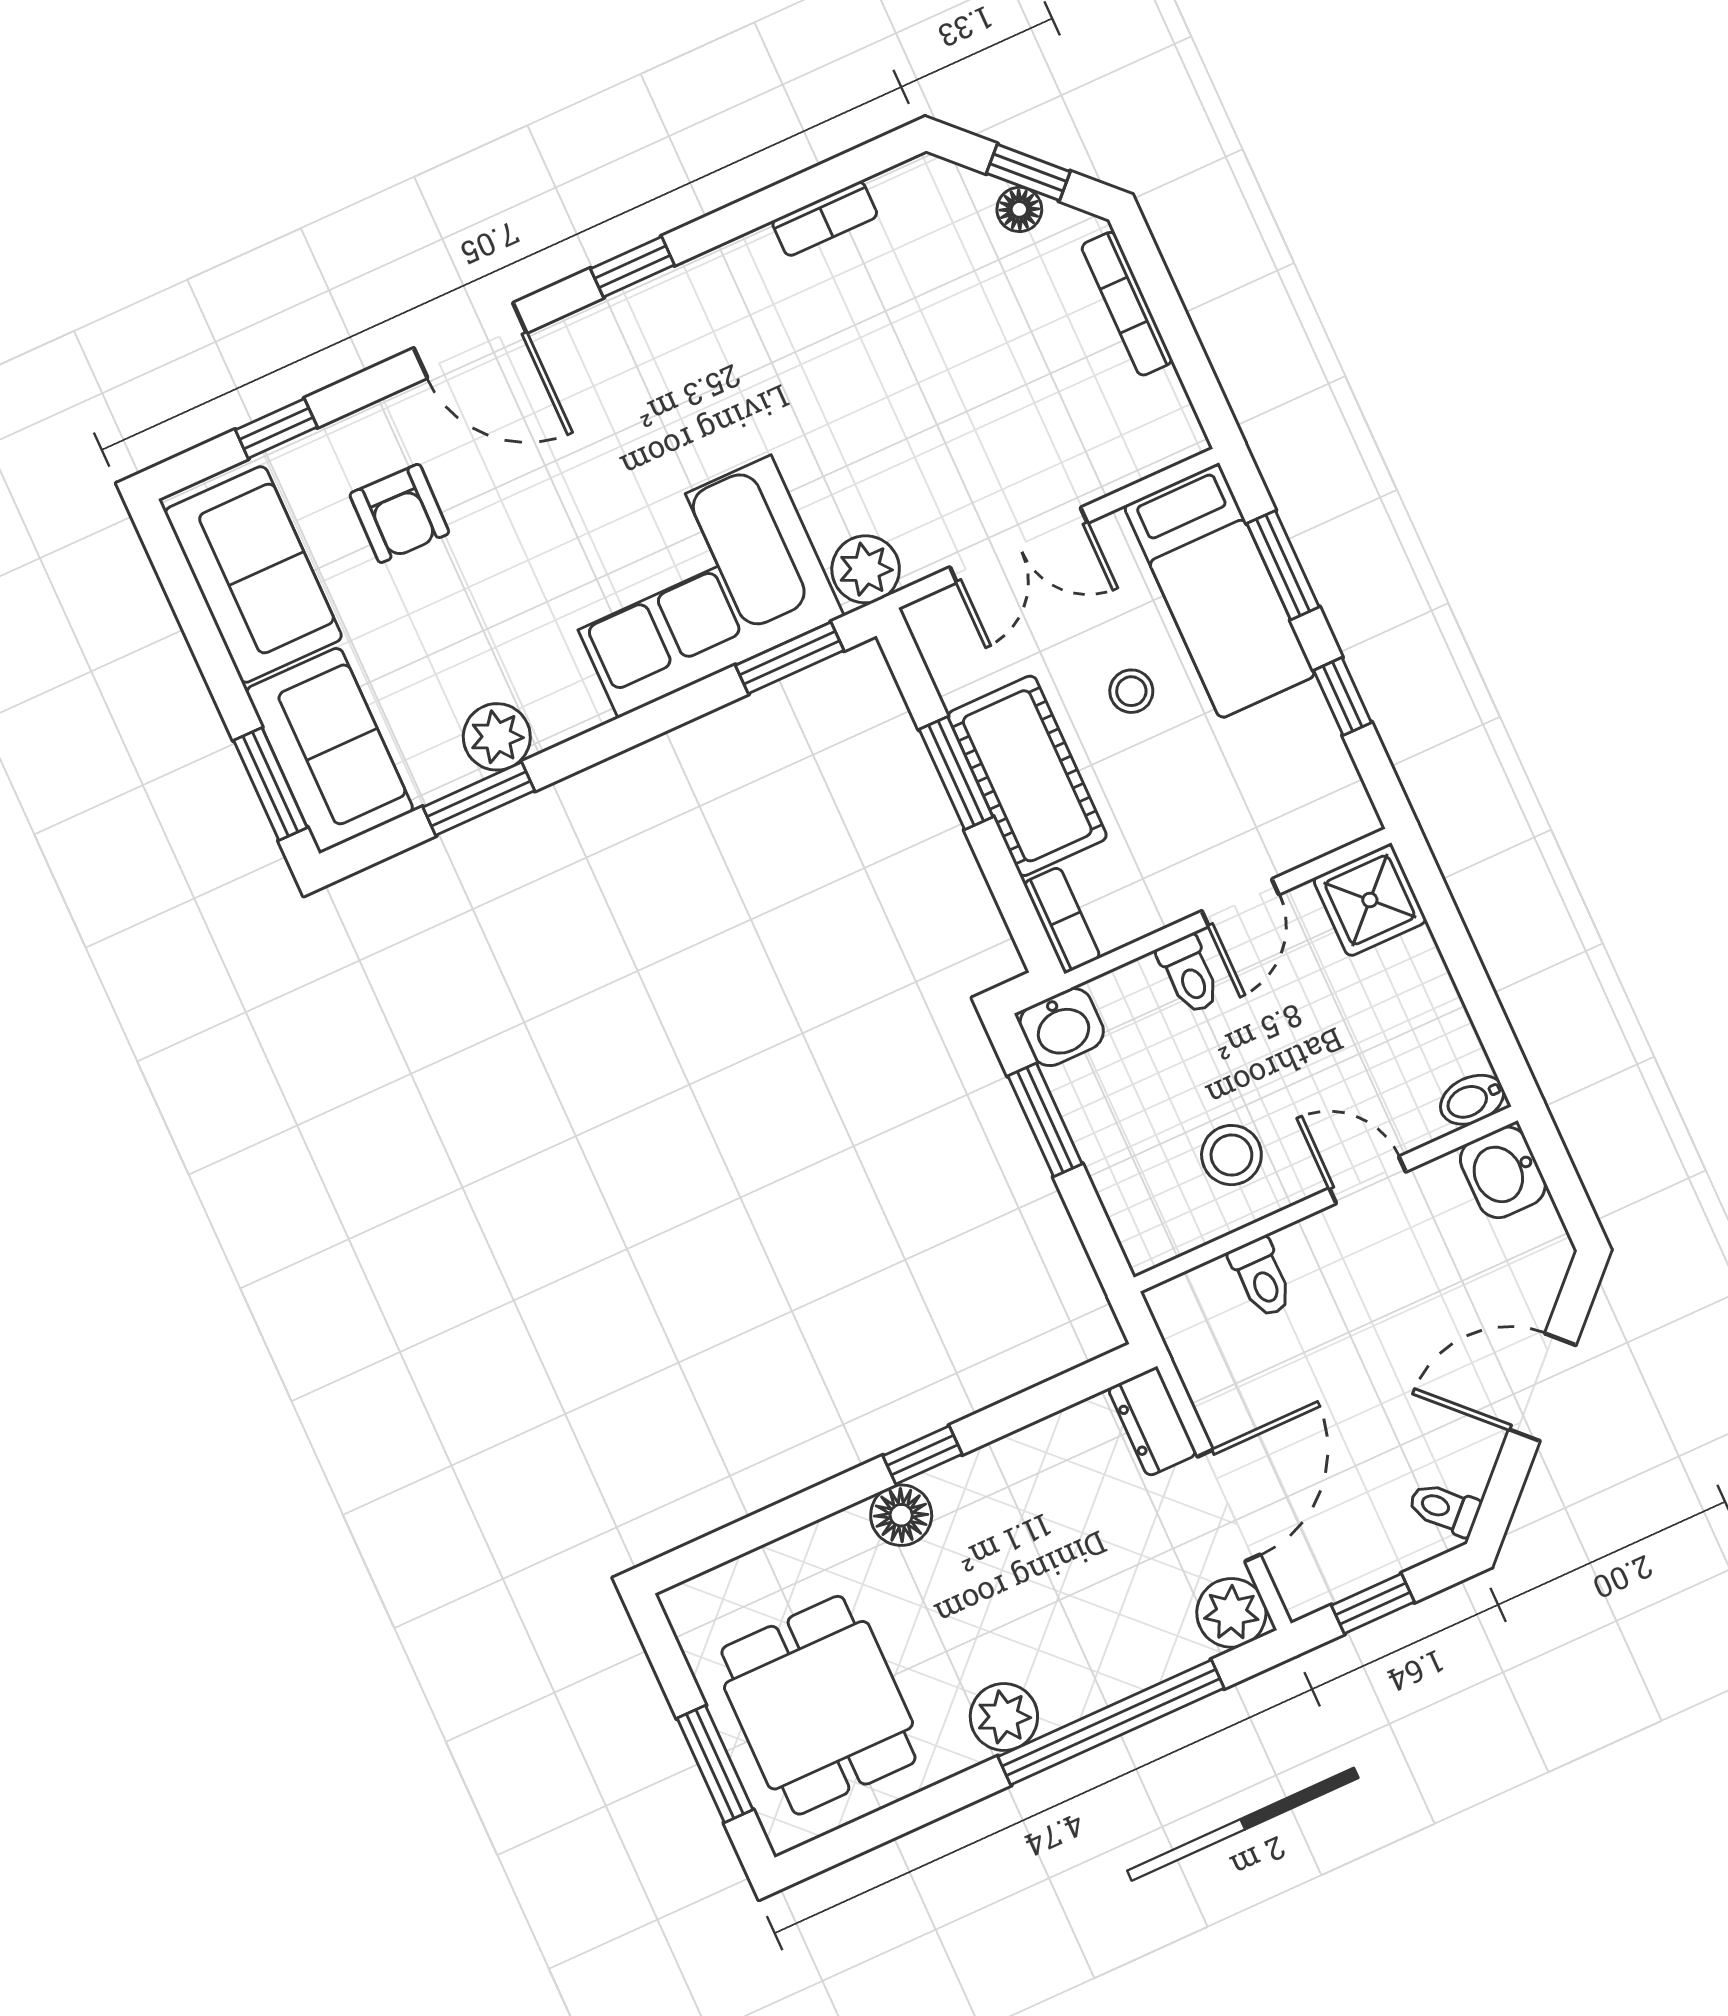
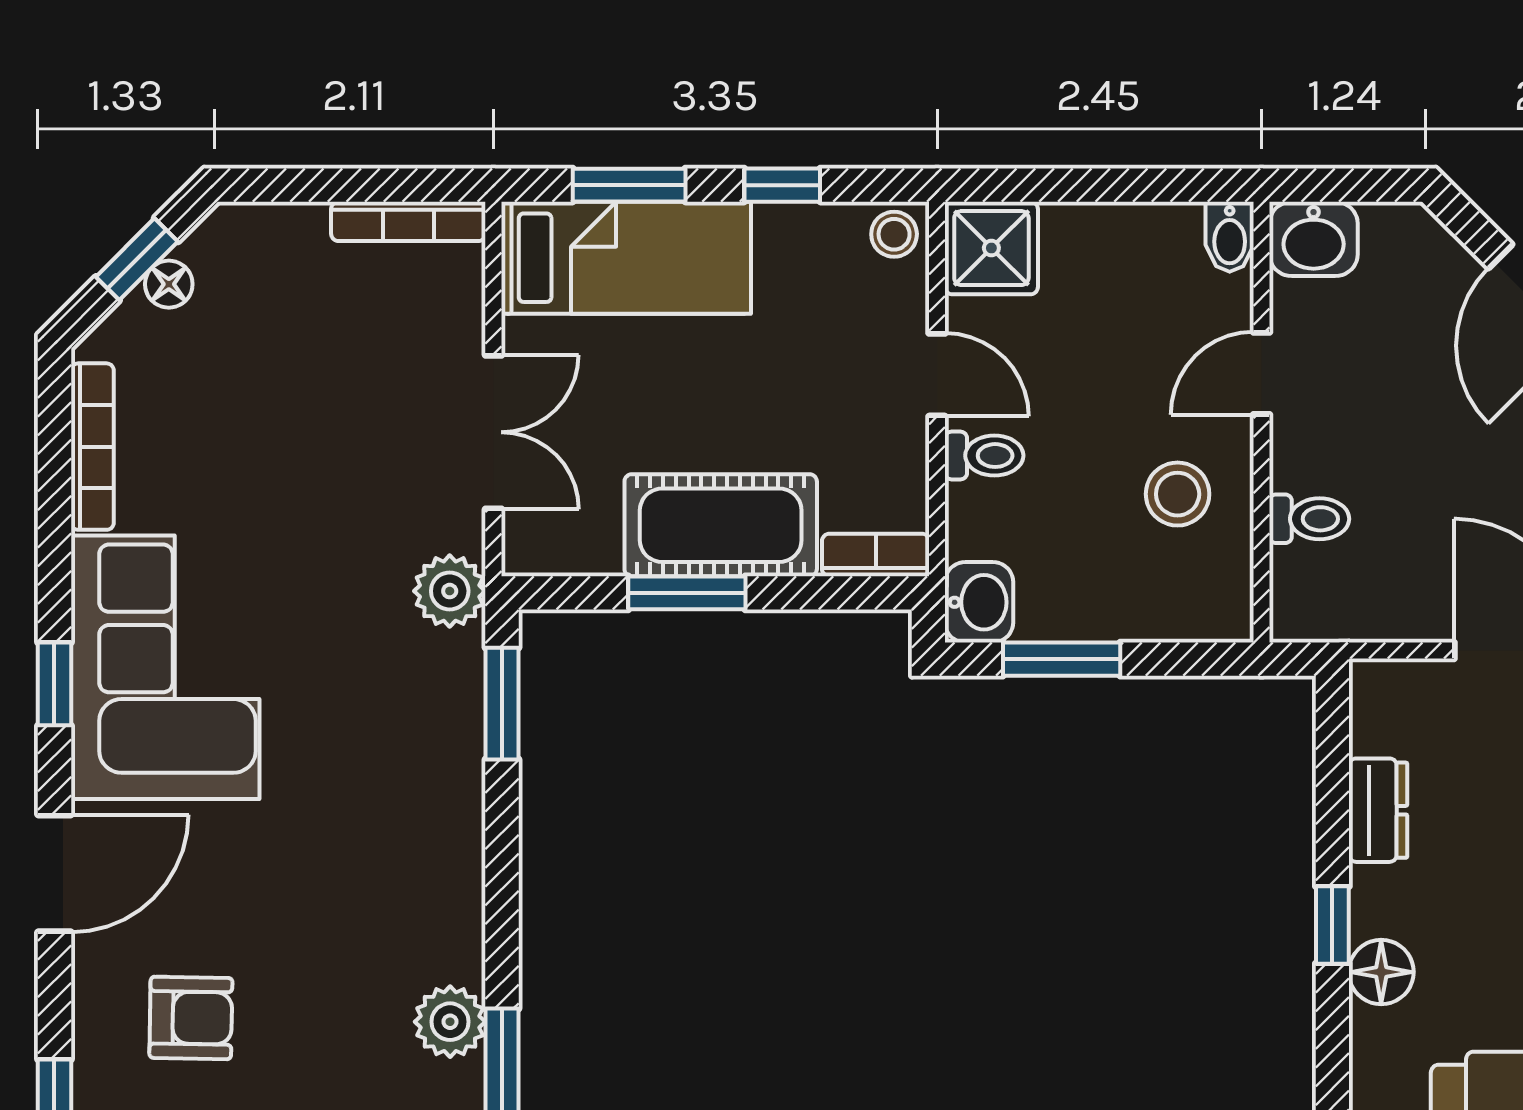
bookcase: (825, 219) -> (92, 447), width x1.56
bookcase: (1127, 304) -> (408, 221), moved
corner sofa: (695, 587) -> (165, 667), moved, turned 180
stool: (1131, 691) -> (894, 234), moved
dresser: (1152, 1421) -> (1378, 810), moved, turned -90

